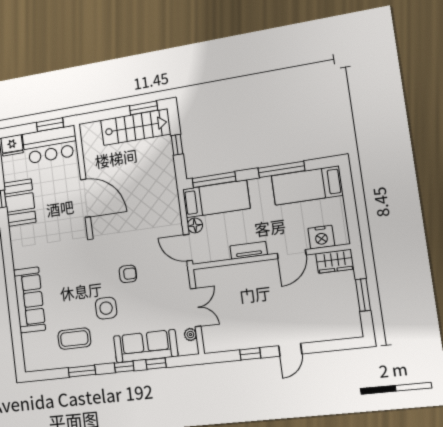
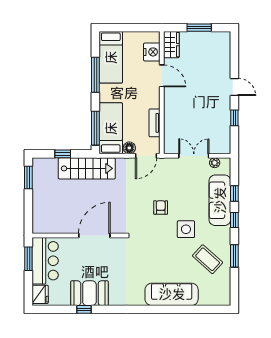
stairs: (135, 127) -> (87, 168), moved, turned 90
tv unit: (249, 250) -> (155, 123), moved
coffee table: (74, 339) -> (208, 259), turned -48

